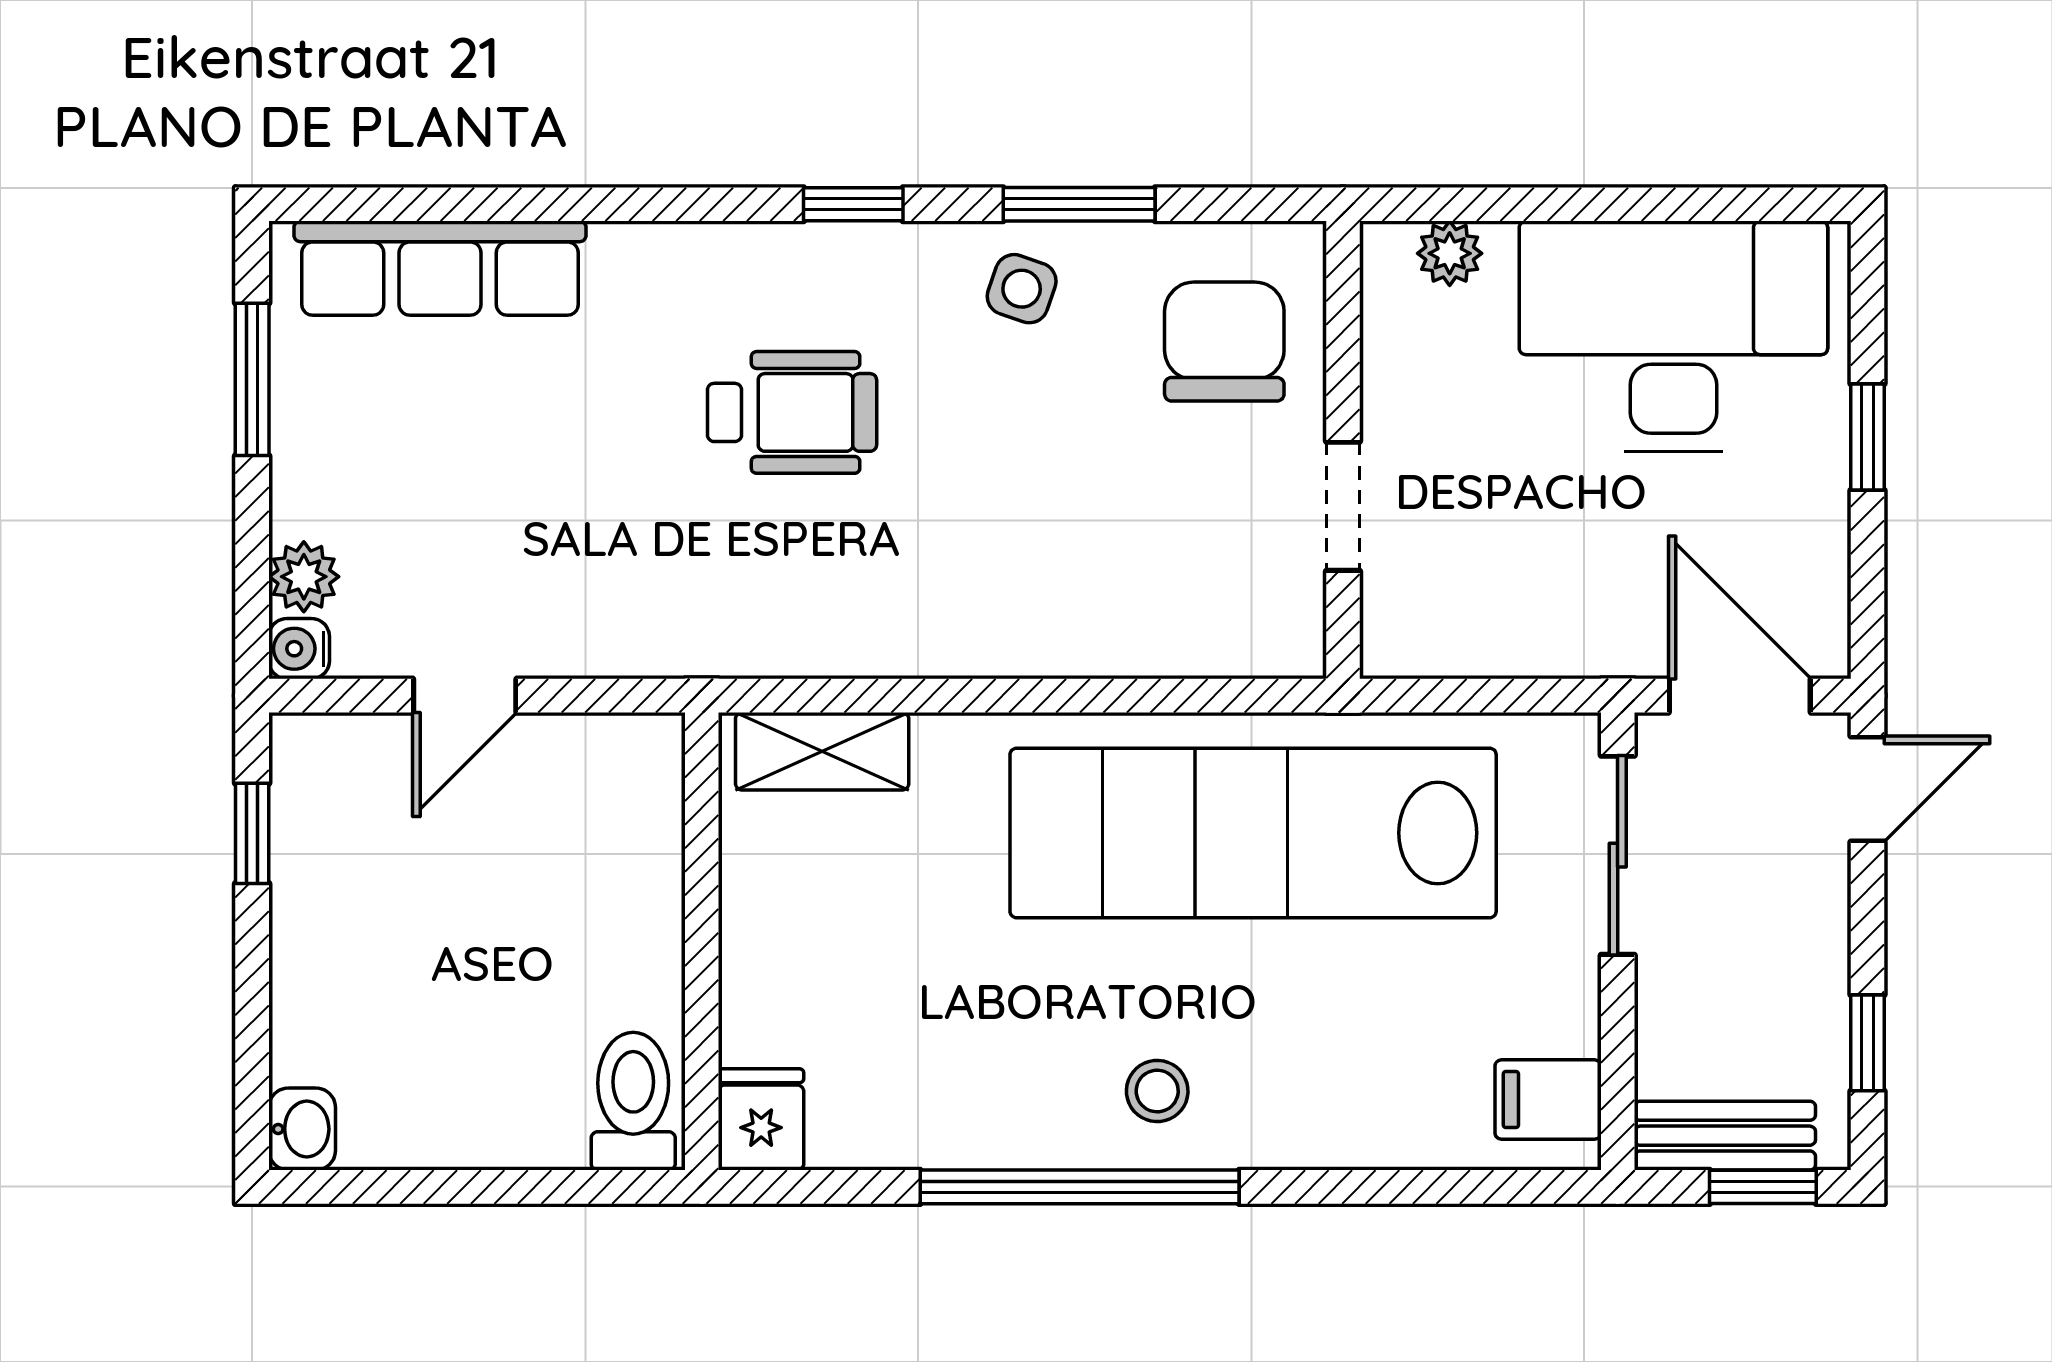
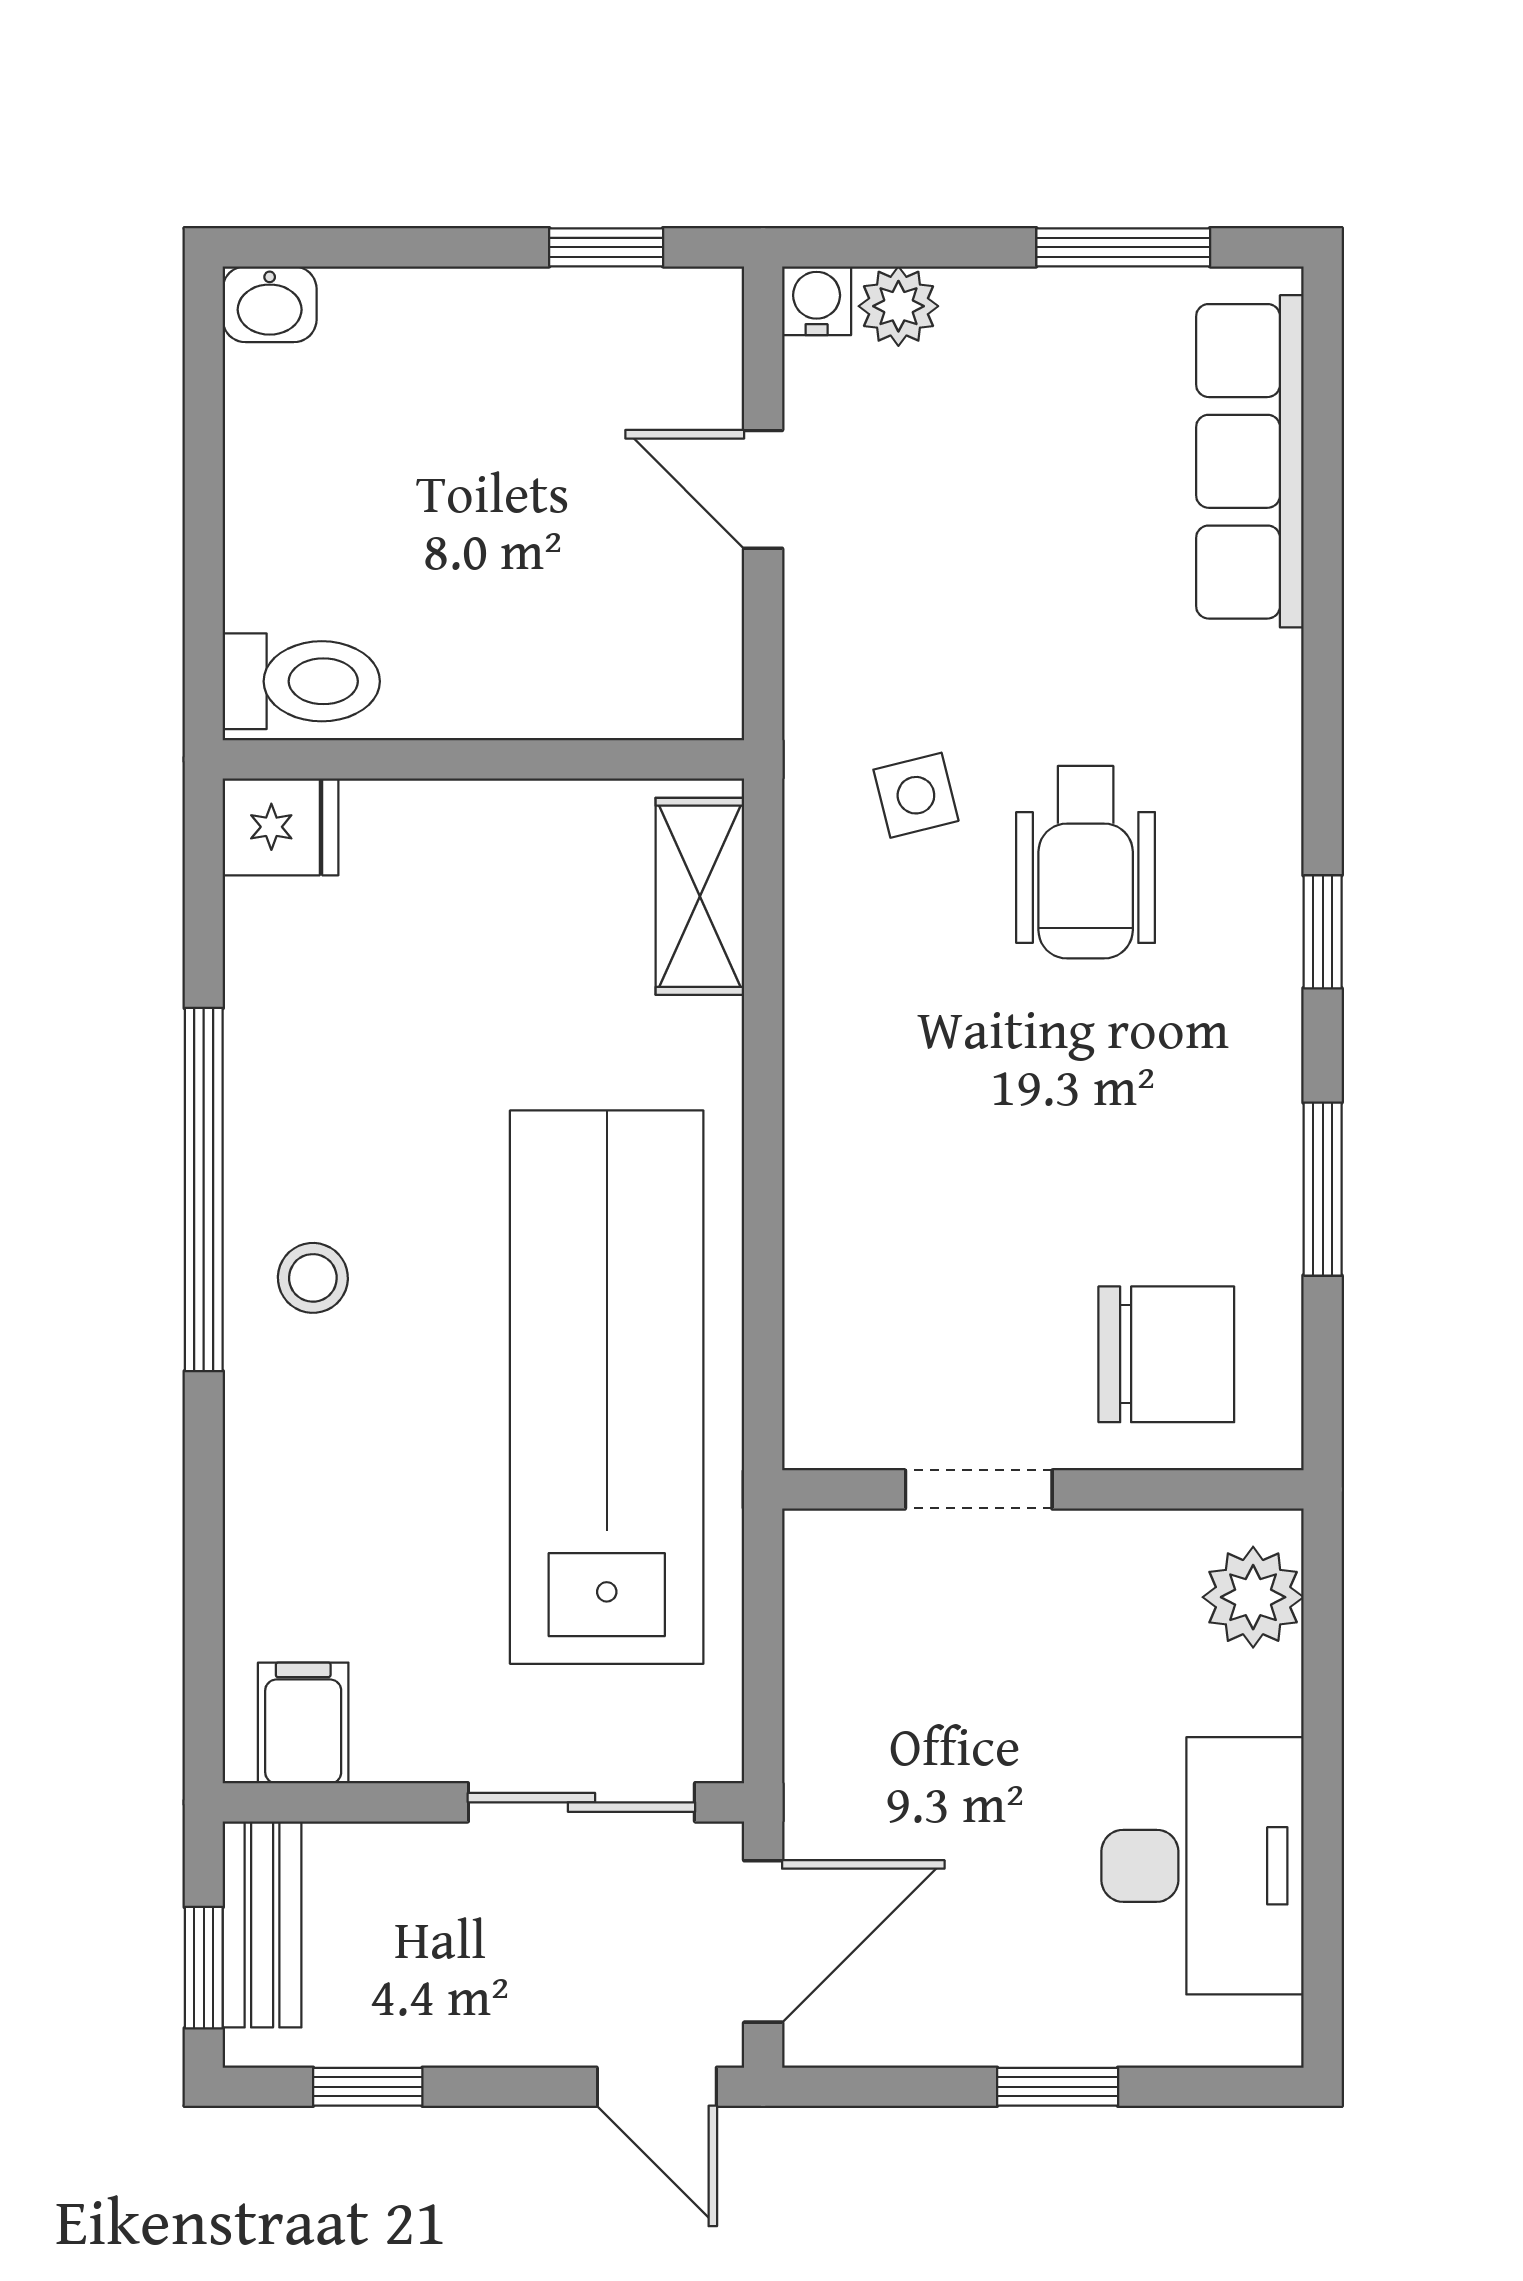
plant: (1450, 253) -> (1253, 1597), width x1.38, depth x1.38
side table: (1022, 289) -> (916, 795), moved, turned -33
desk: (1673, 336) -> (1203, 1866), width x0.73, depth x0.77

